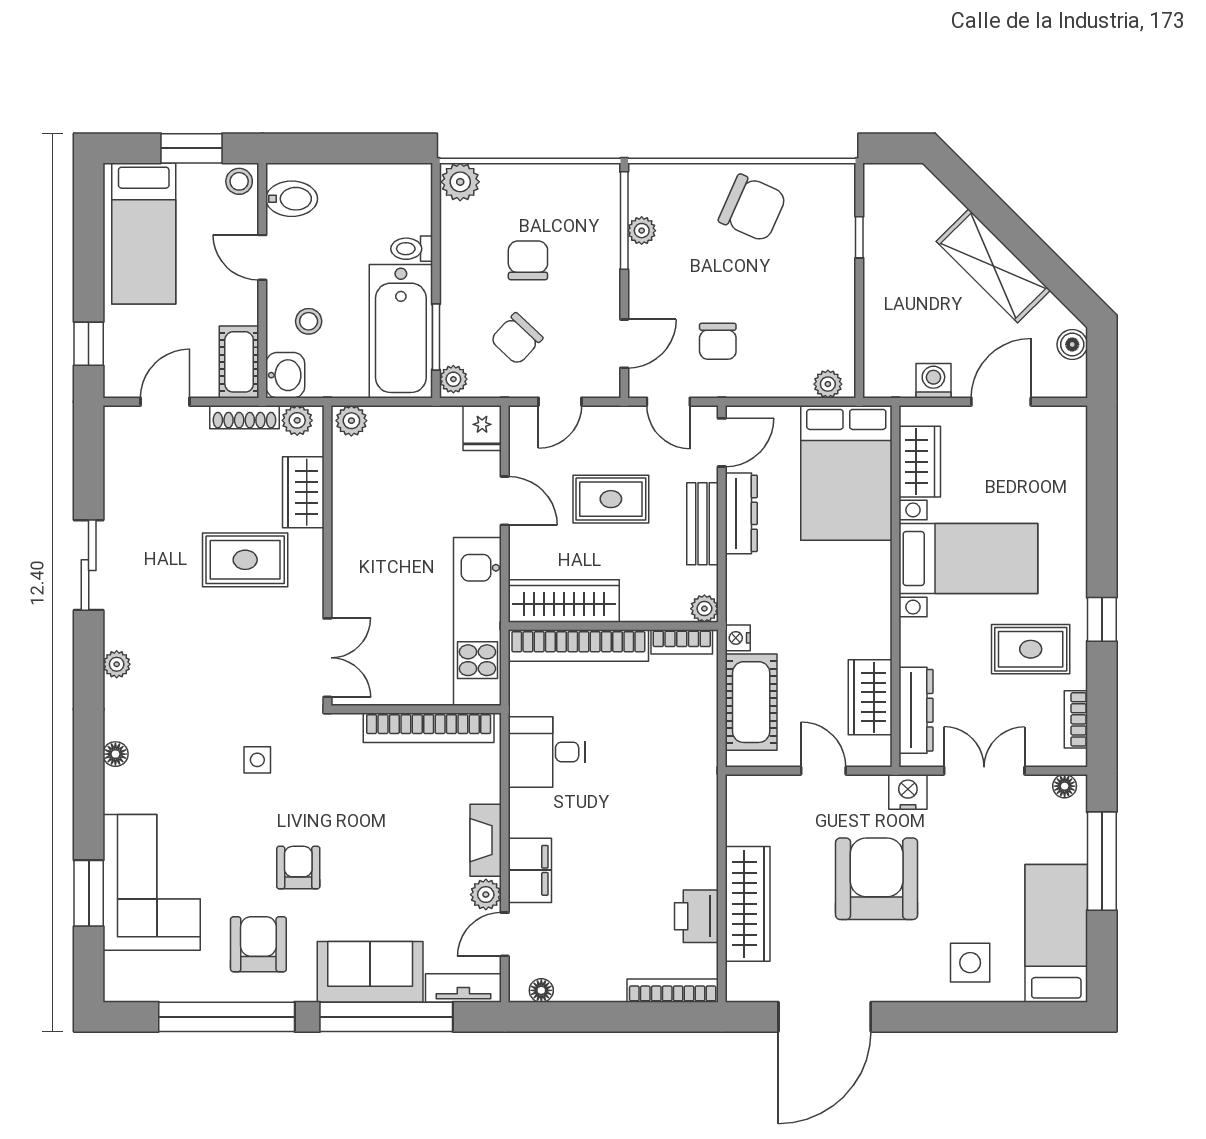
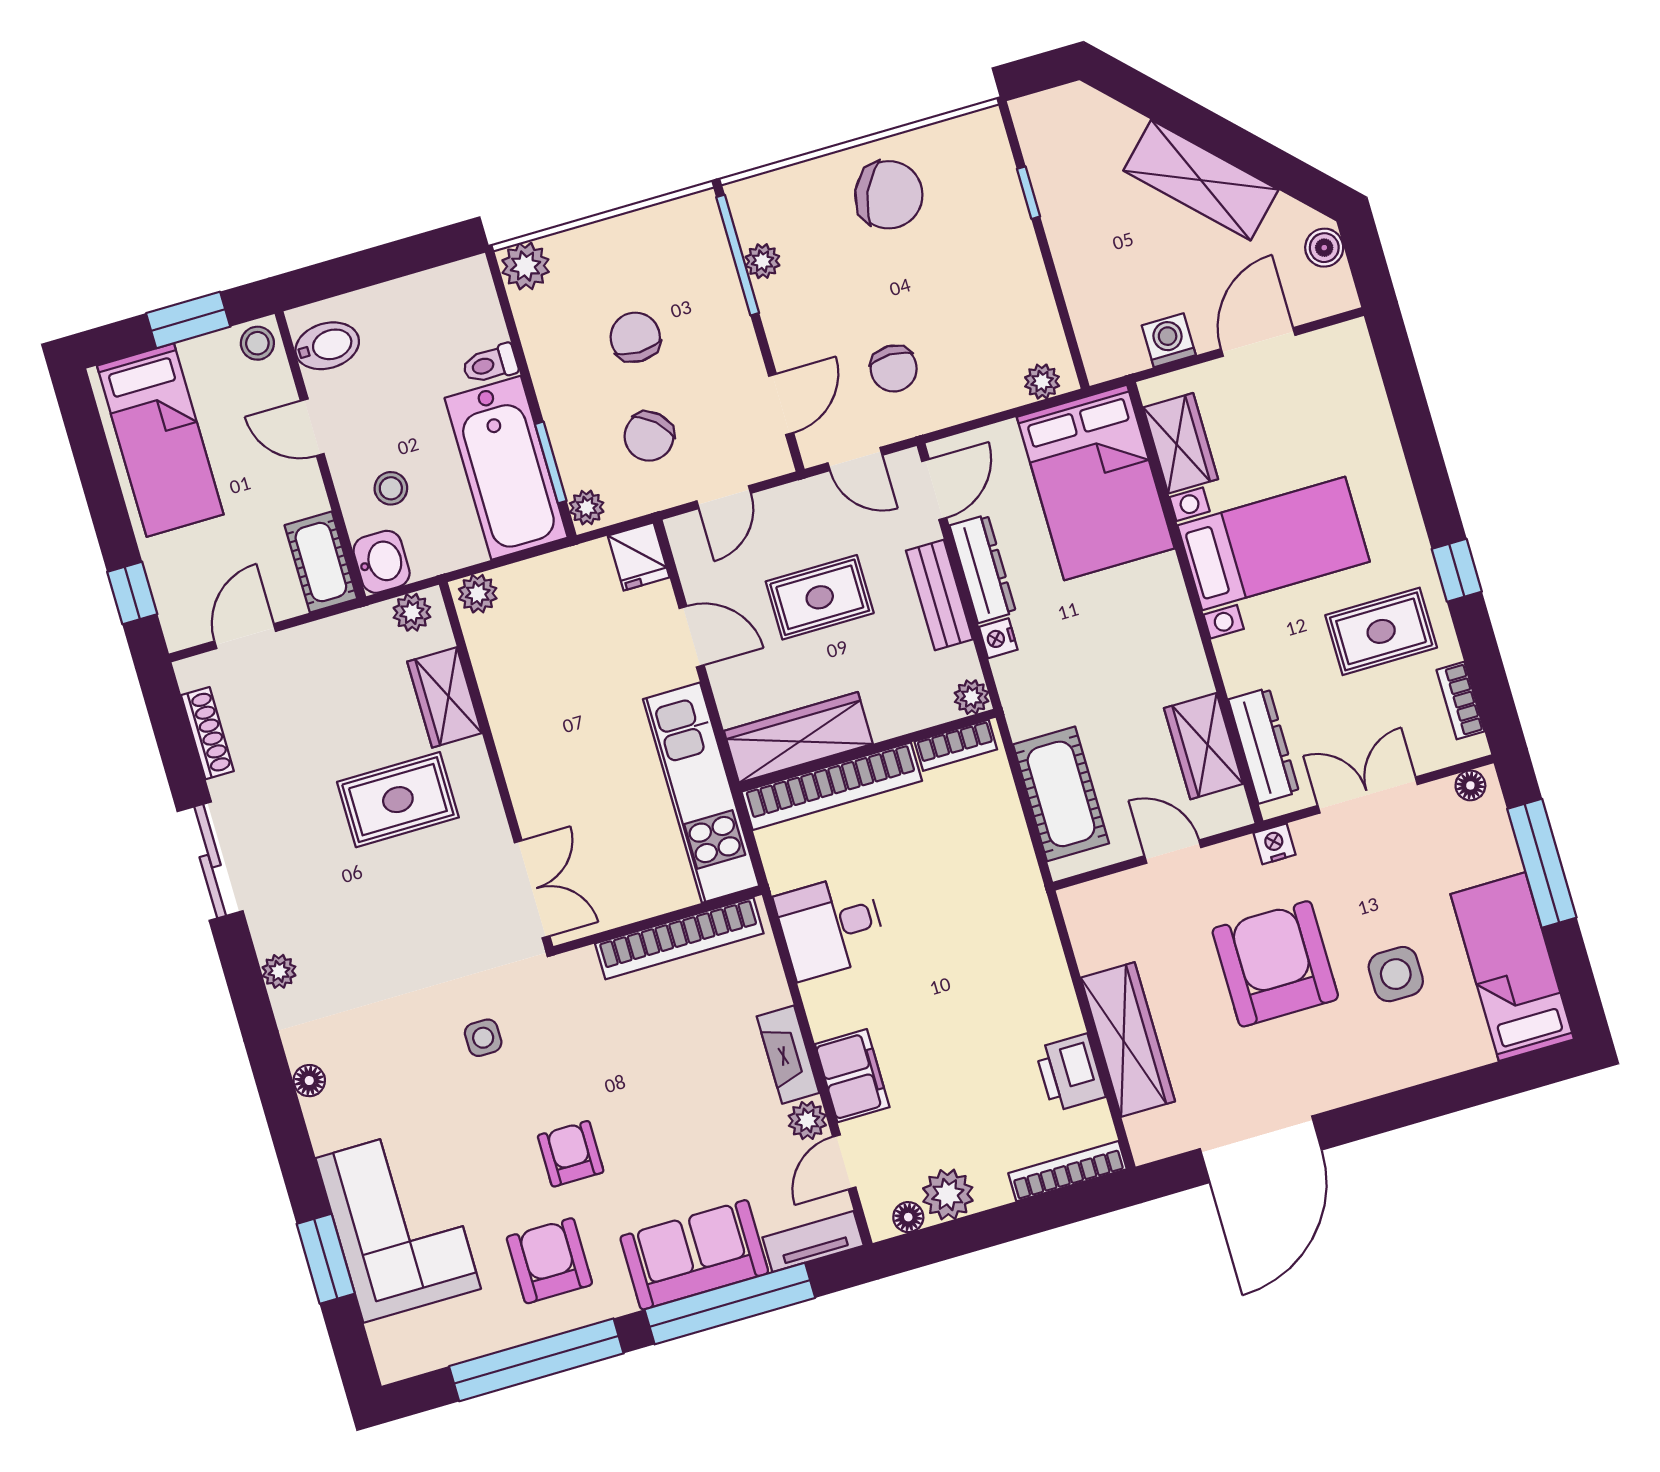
shoe rack: (244, 417) -> (207, 733), moved, turned -90
nightstand: (738, 638) -> (998, 638), moved
nightstand: (908, 792) -> (1274, 844), width x0.72, depth x0.74
side table: (970, 963) -> (1396, 974), moved
plant: (576, 982) -> (948, 1195), added

